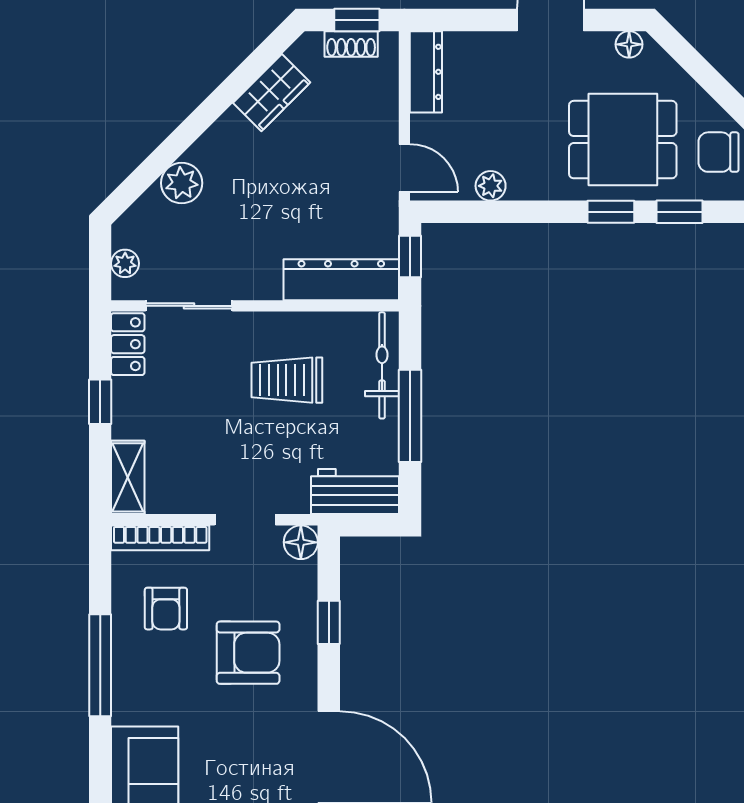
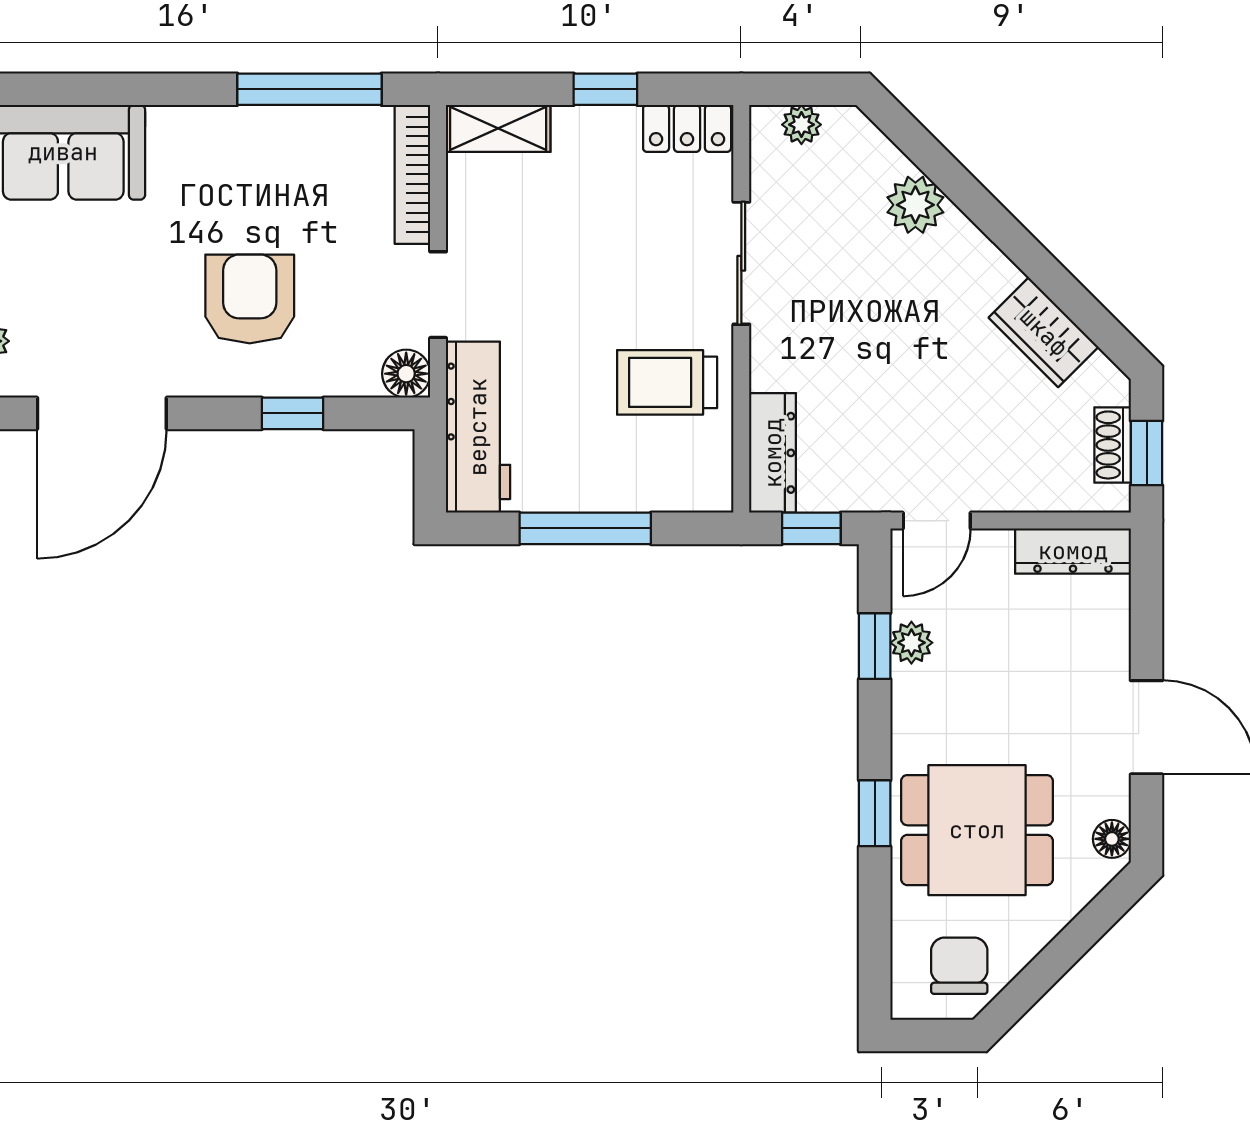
dining table: (623, 140) -> (977, 830), turned 90
window: (679, 212) -> (875, 646), moved
dresser: (341, 280) -> (773, 453), width x0.73, depth x0.80
sliding door: (189, 306) -> (741, 263), moved
bicycle: (382, 365) -> (657, 489), removed
trolley: (287, 380) -> (667, 382), moved, turned -90
workbench: (355, 492) -> (478, 427), width x1.38
armchair: (166, 609) -> (312, 182), removed
armchair: (248, 653) -> (250, 299), turned 180
window: (100, 665) -> (309, 89), moved

